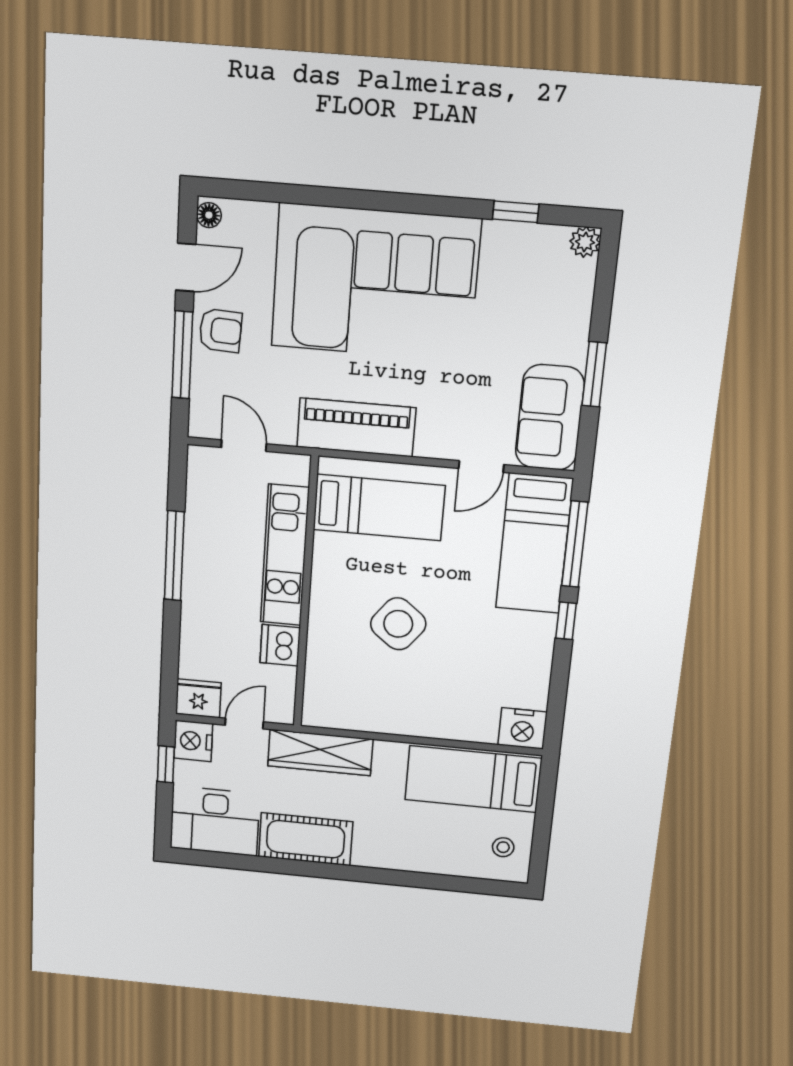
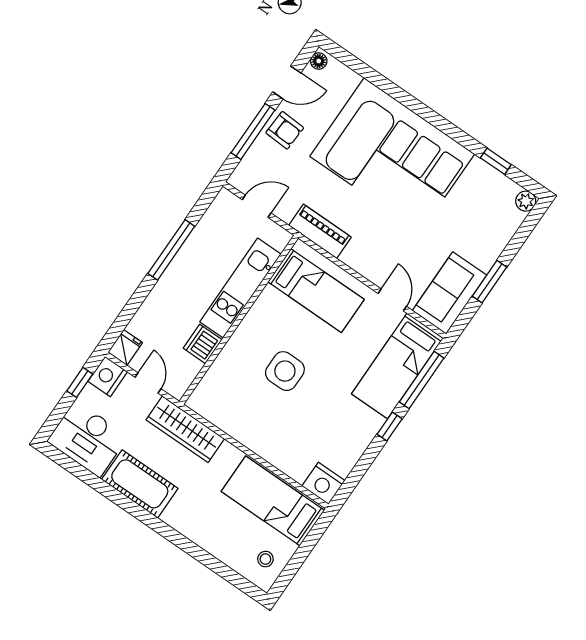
piano: (356, 427) -> (320, 231), width x0.73, depth x0.75
door: (244, 446) -> (257, 206), hinge flipped
door: (481, 466) -> (392, 300), swing flipped
side table: (398, 624) -> (285, 371), turned -38
fridge: (198, 698) -> (125, 347), width x0.72
door: (244, 724) -> (148, 383), hinge flipped

